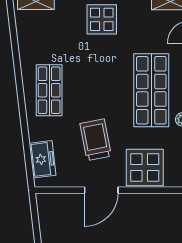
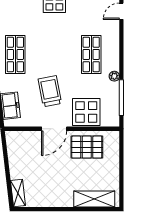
shop shelf: (151, 90) -> (91, 54), width x0.70, depth x0.74
pallet: (145, 215) -> (87, 147), added

